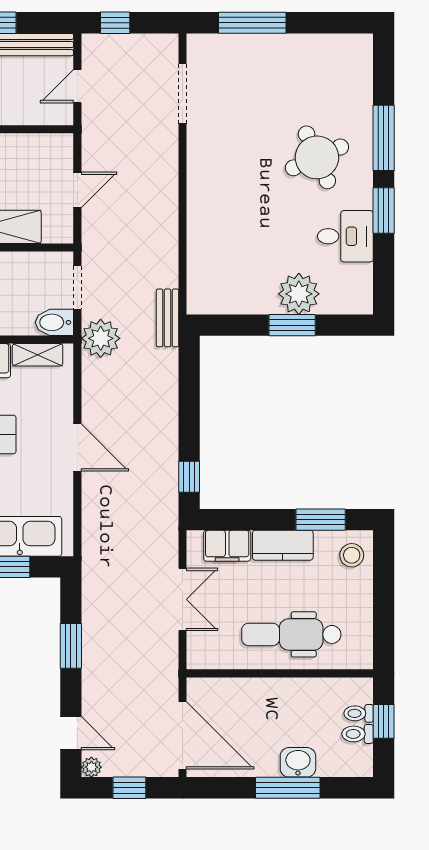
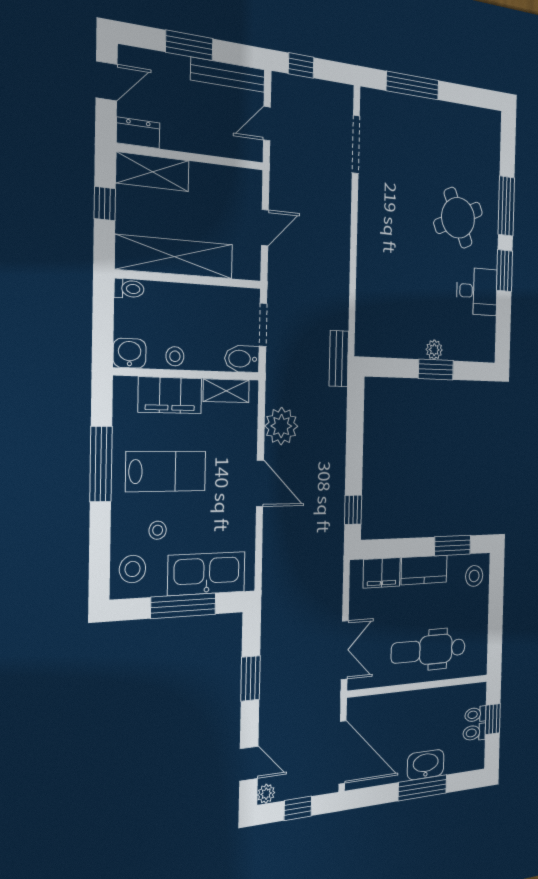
plant: (299, 294) -> (434, 350), width x0.53, depth x0.53
plant: (101, 338) -> (281, 426), moved
double door: (183, 599) -> (345, 650), moved
washbasin: (298, 762) -> (426, 765), width x1.38

